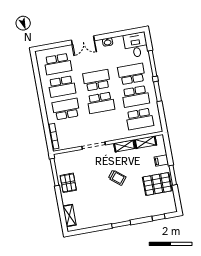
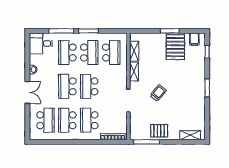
school desk: (62, 87) -> (67, 120), turned 180
school desk: (101, 103) -> (89, 86), turned 180
filing cabinet: (161, 161) -> (194, 39), moved
trolley: (117, 178) -> (158, 93), moved

